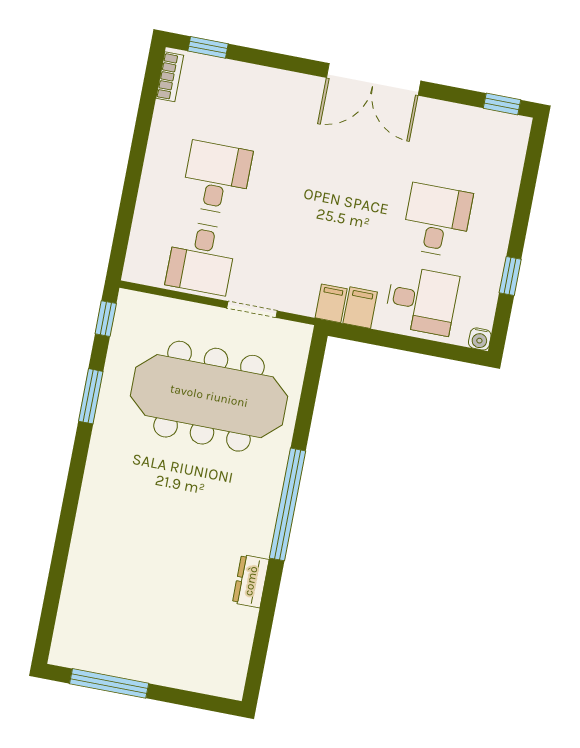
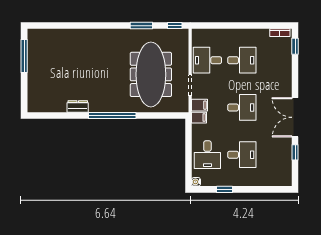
window: (502, 104) -> (295, 152), moved
desk: (327, 199) -> (242, 107), added
filing cabinet: (360, 308) -> (200, 105), moved

